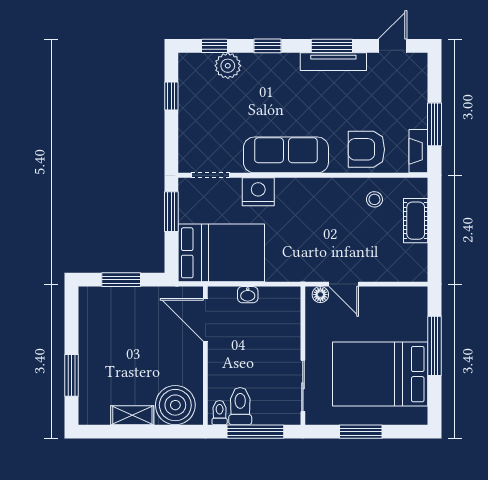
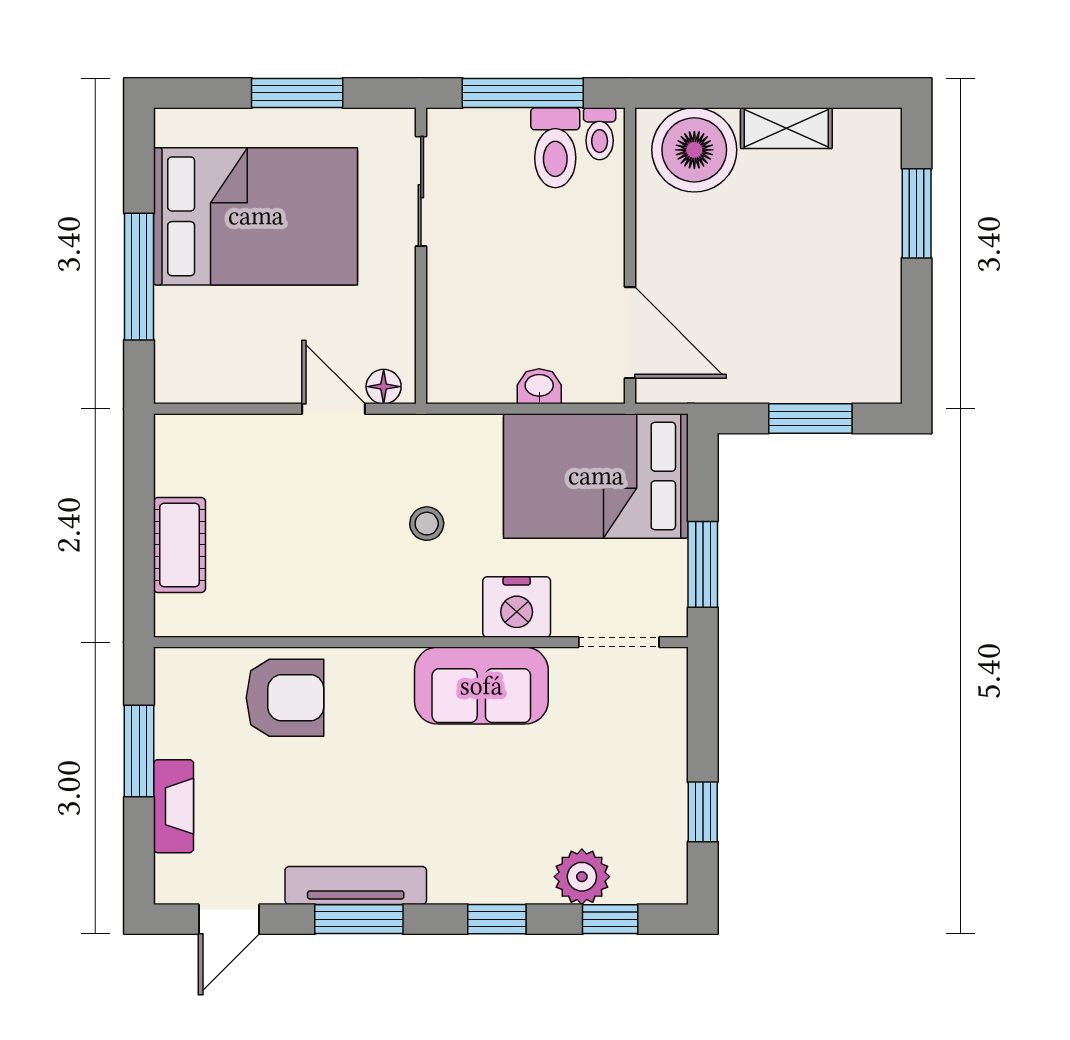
fireplace: (418, 151) -> (174, 806), moved
sofa: (286, 155) -> (481, 686), width x0.73
stool: (374, 199) -> (427, 524), moved

